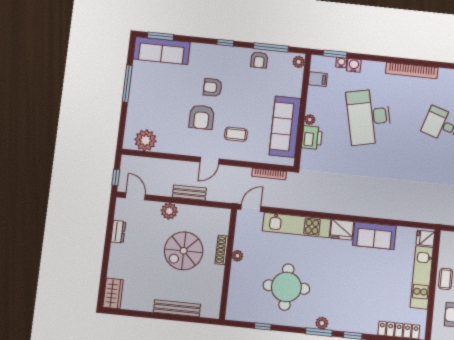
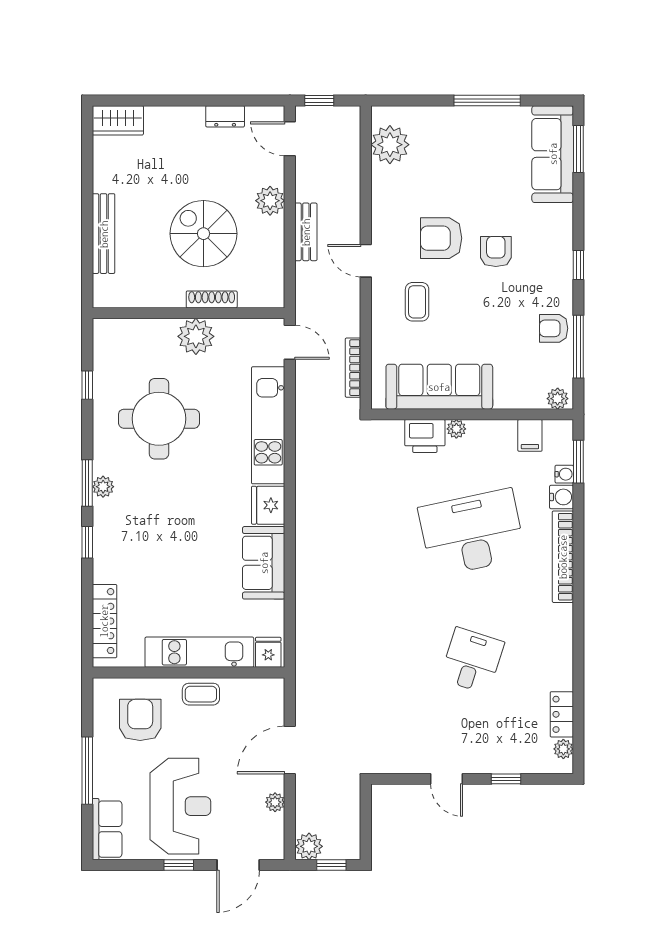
bookcase: (412, 71) -> (563, 557), moved
door: (135, 196) -> (290, 139), swing flipped
plant: (237, 256) -> (196, 336), width x1.88, depth x1.88

